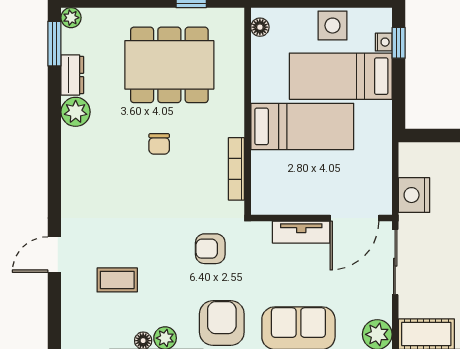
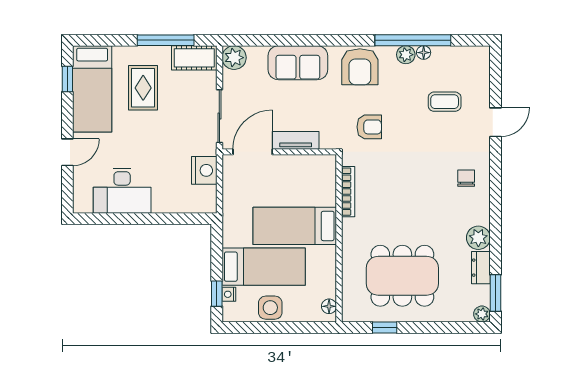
chair: (159, 144) -> (466, 178), moved

